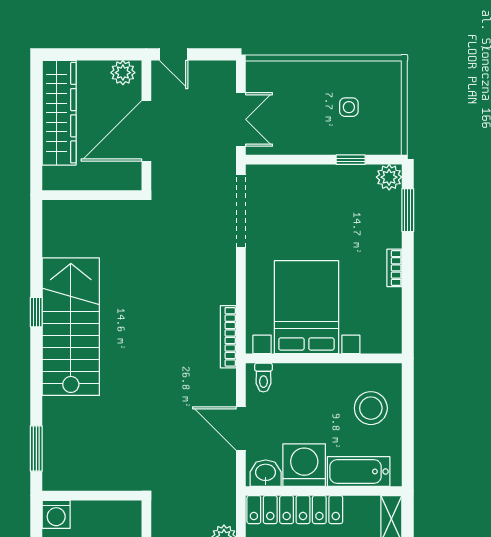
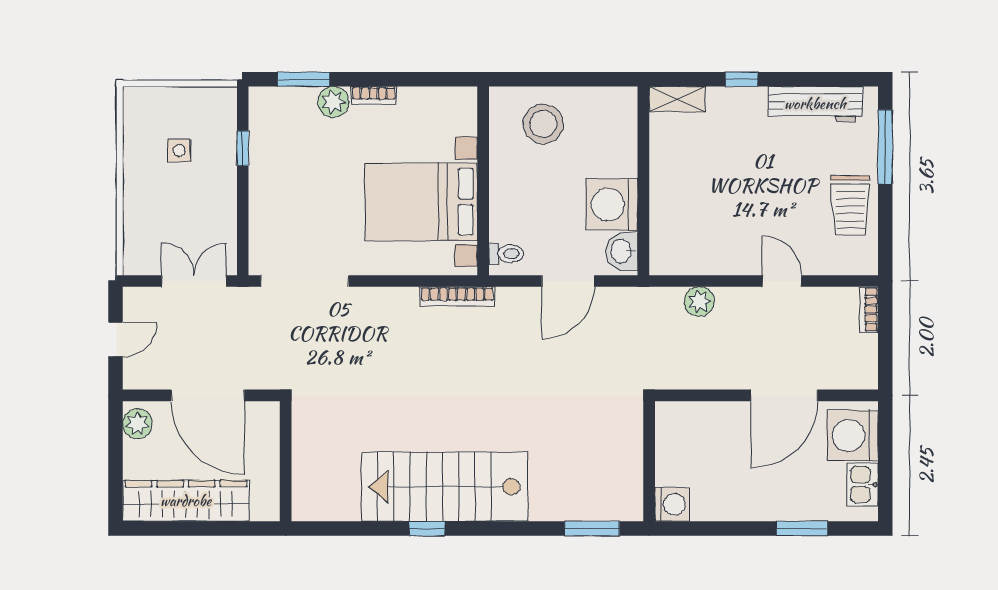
door: (174, 54) -> (115, 339), moved
plant: (389, 177) -> (333, 102), moved
bathtub: (359, 471) -> (620, 139), removed
locker: (295, 510) -> (666, 216), removed

